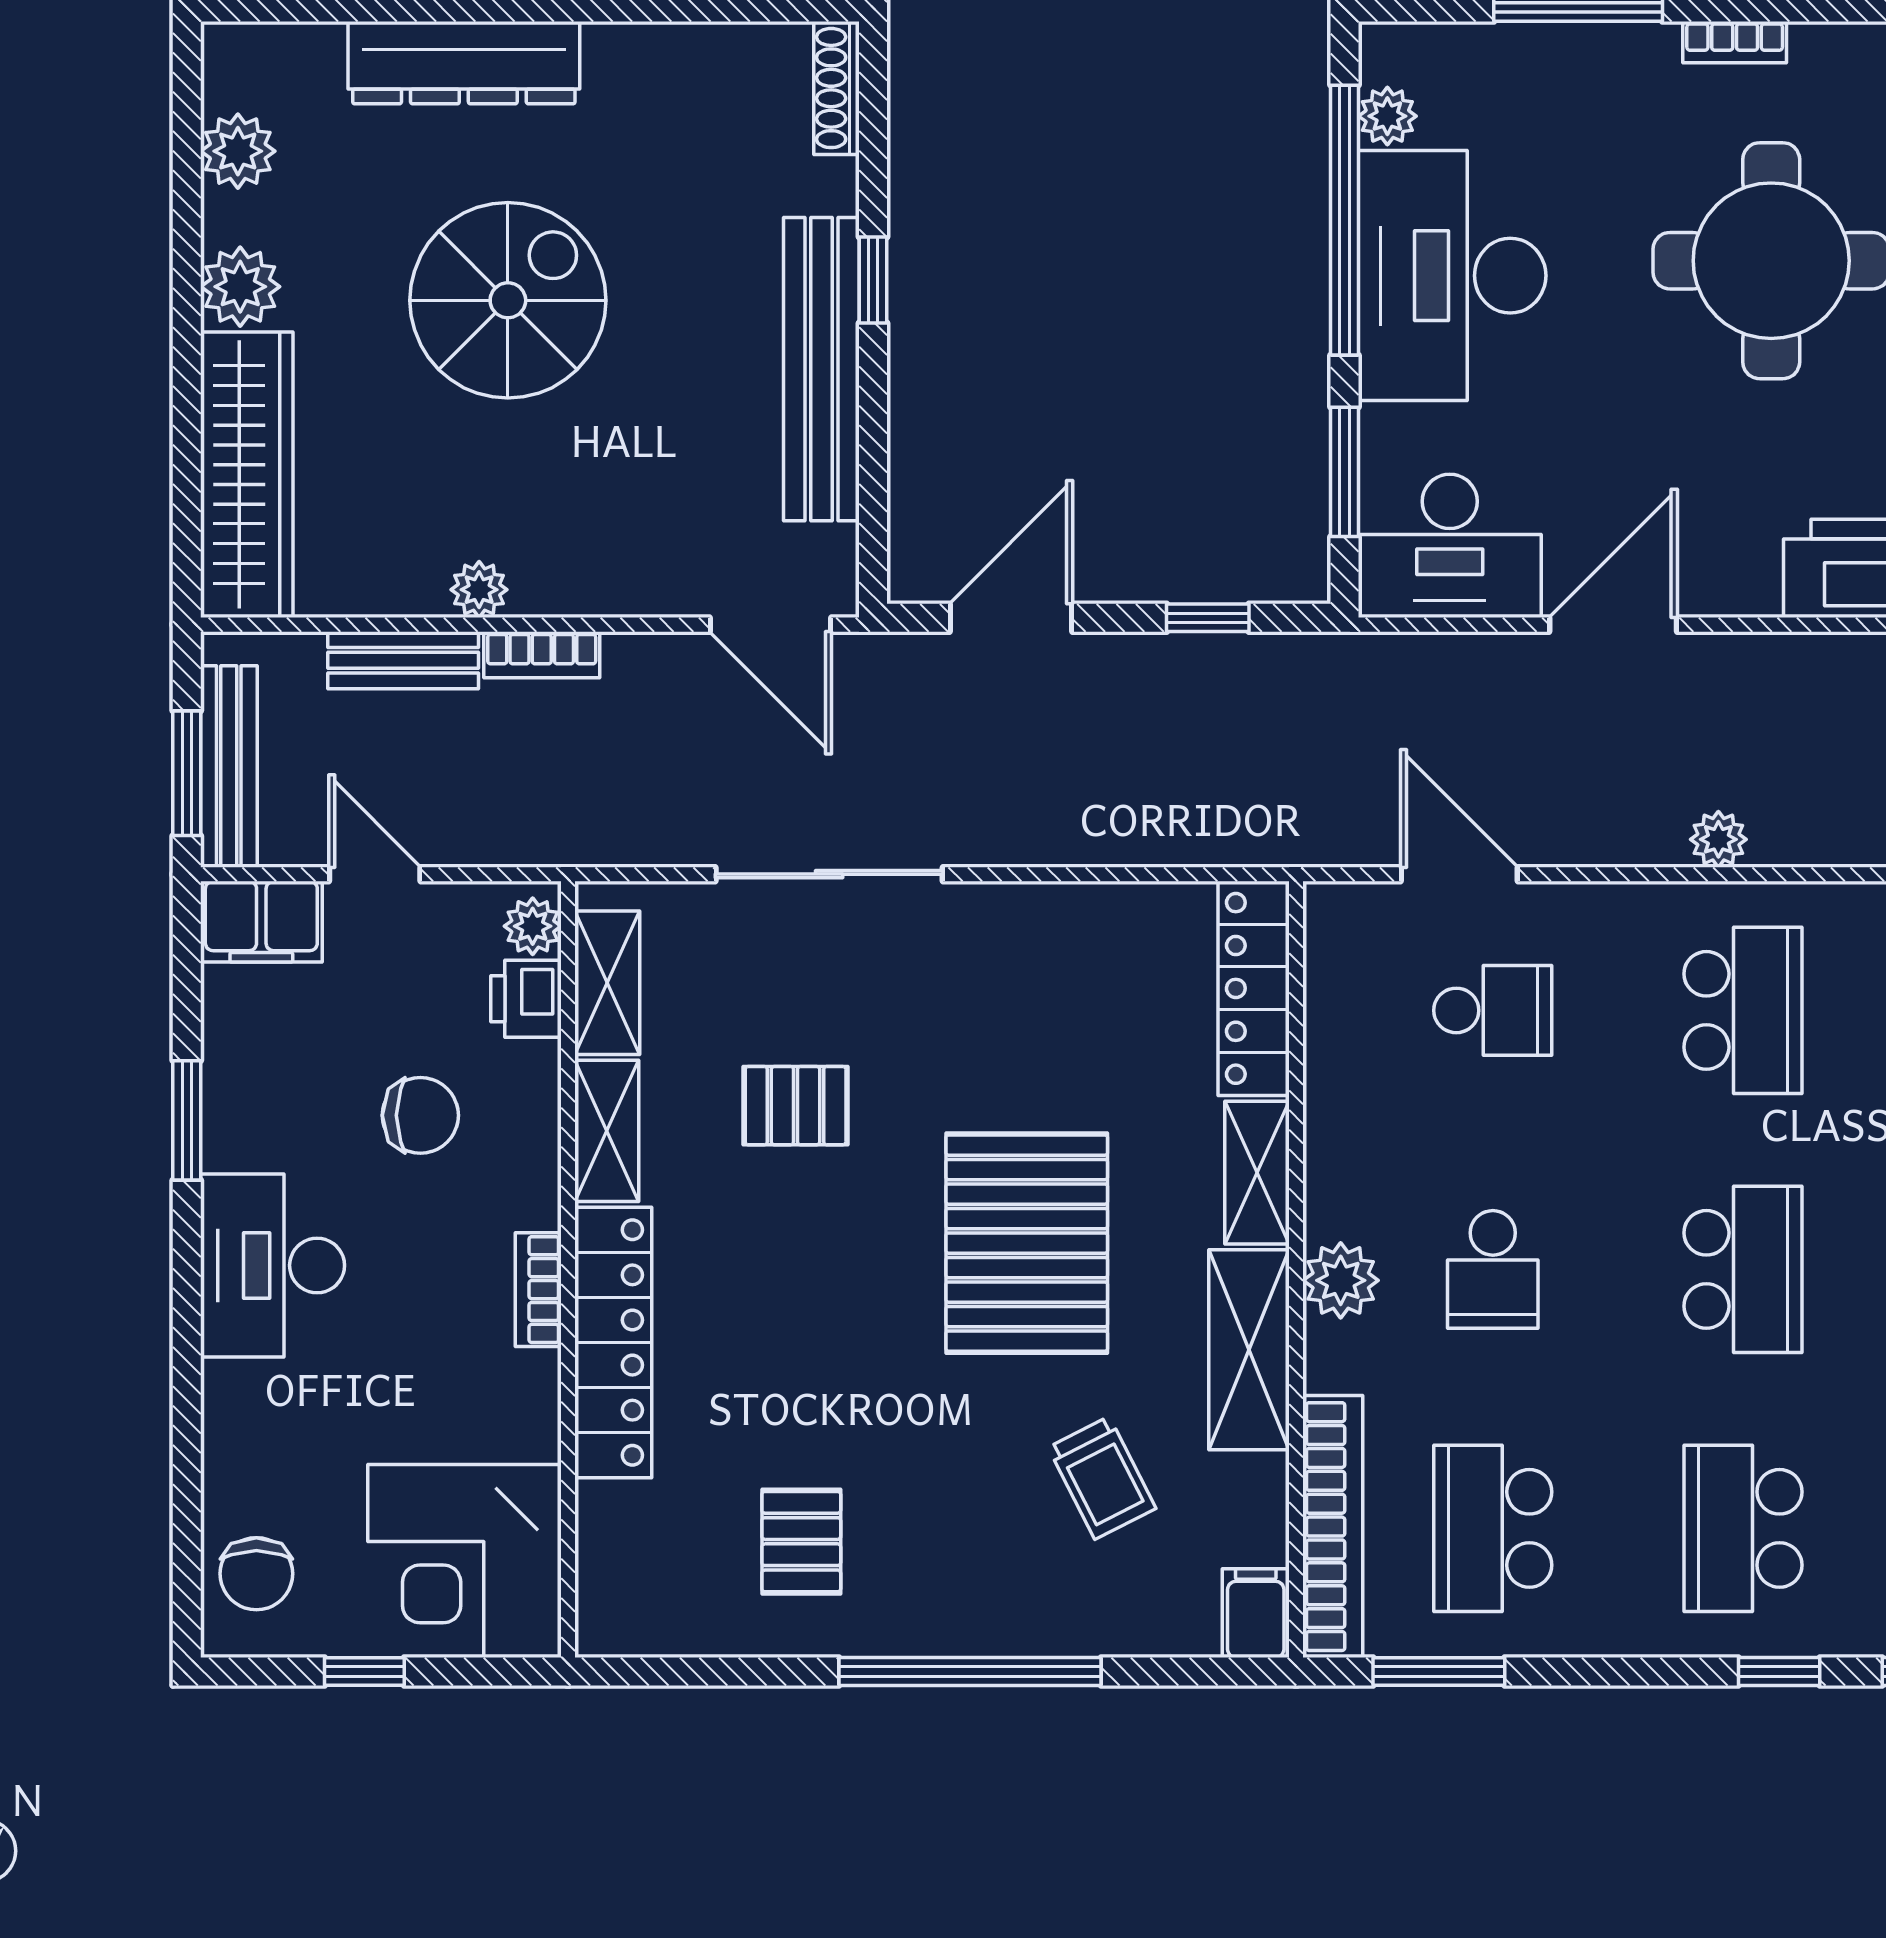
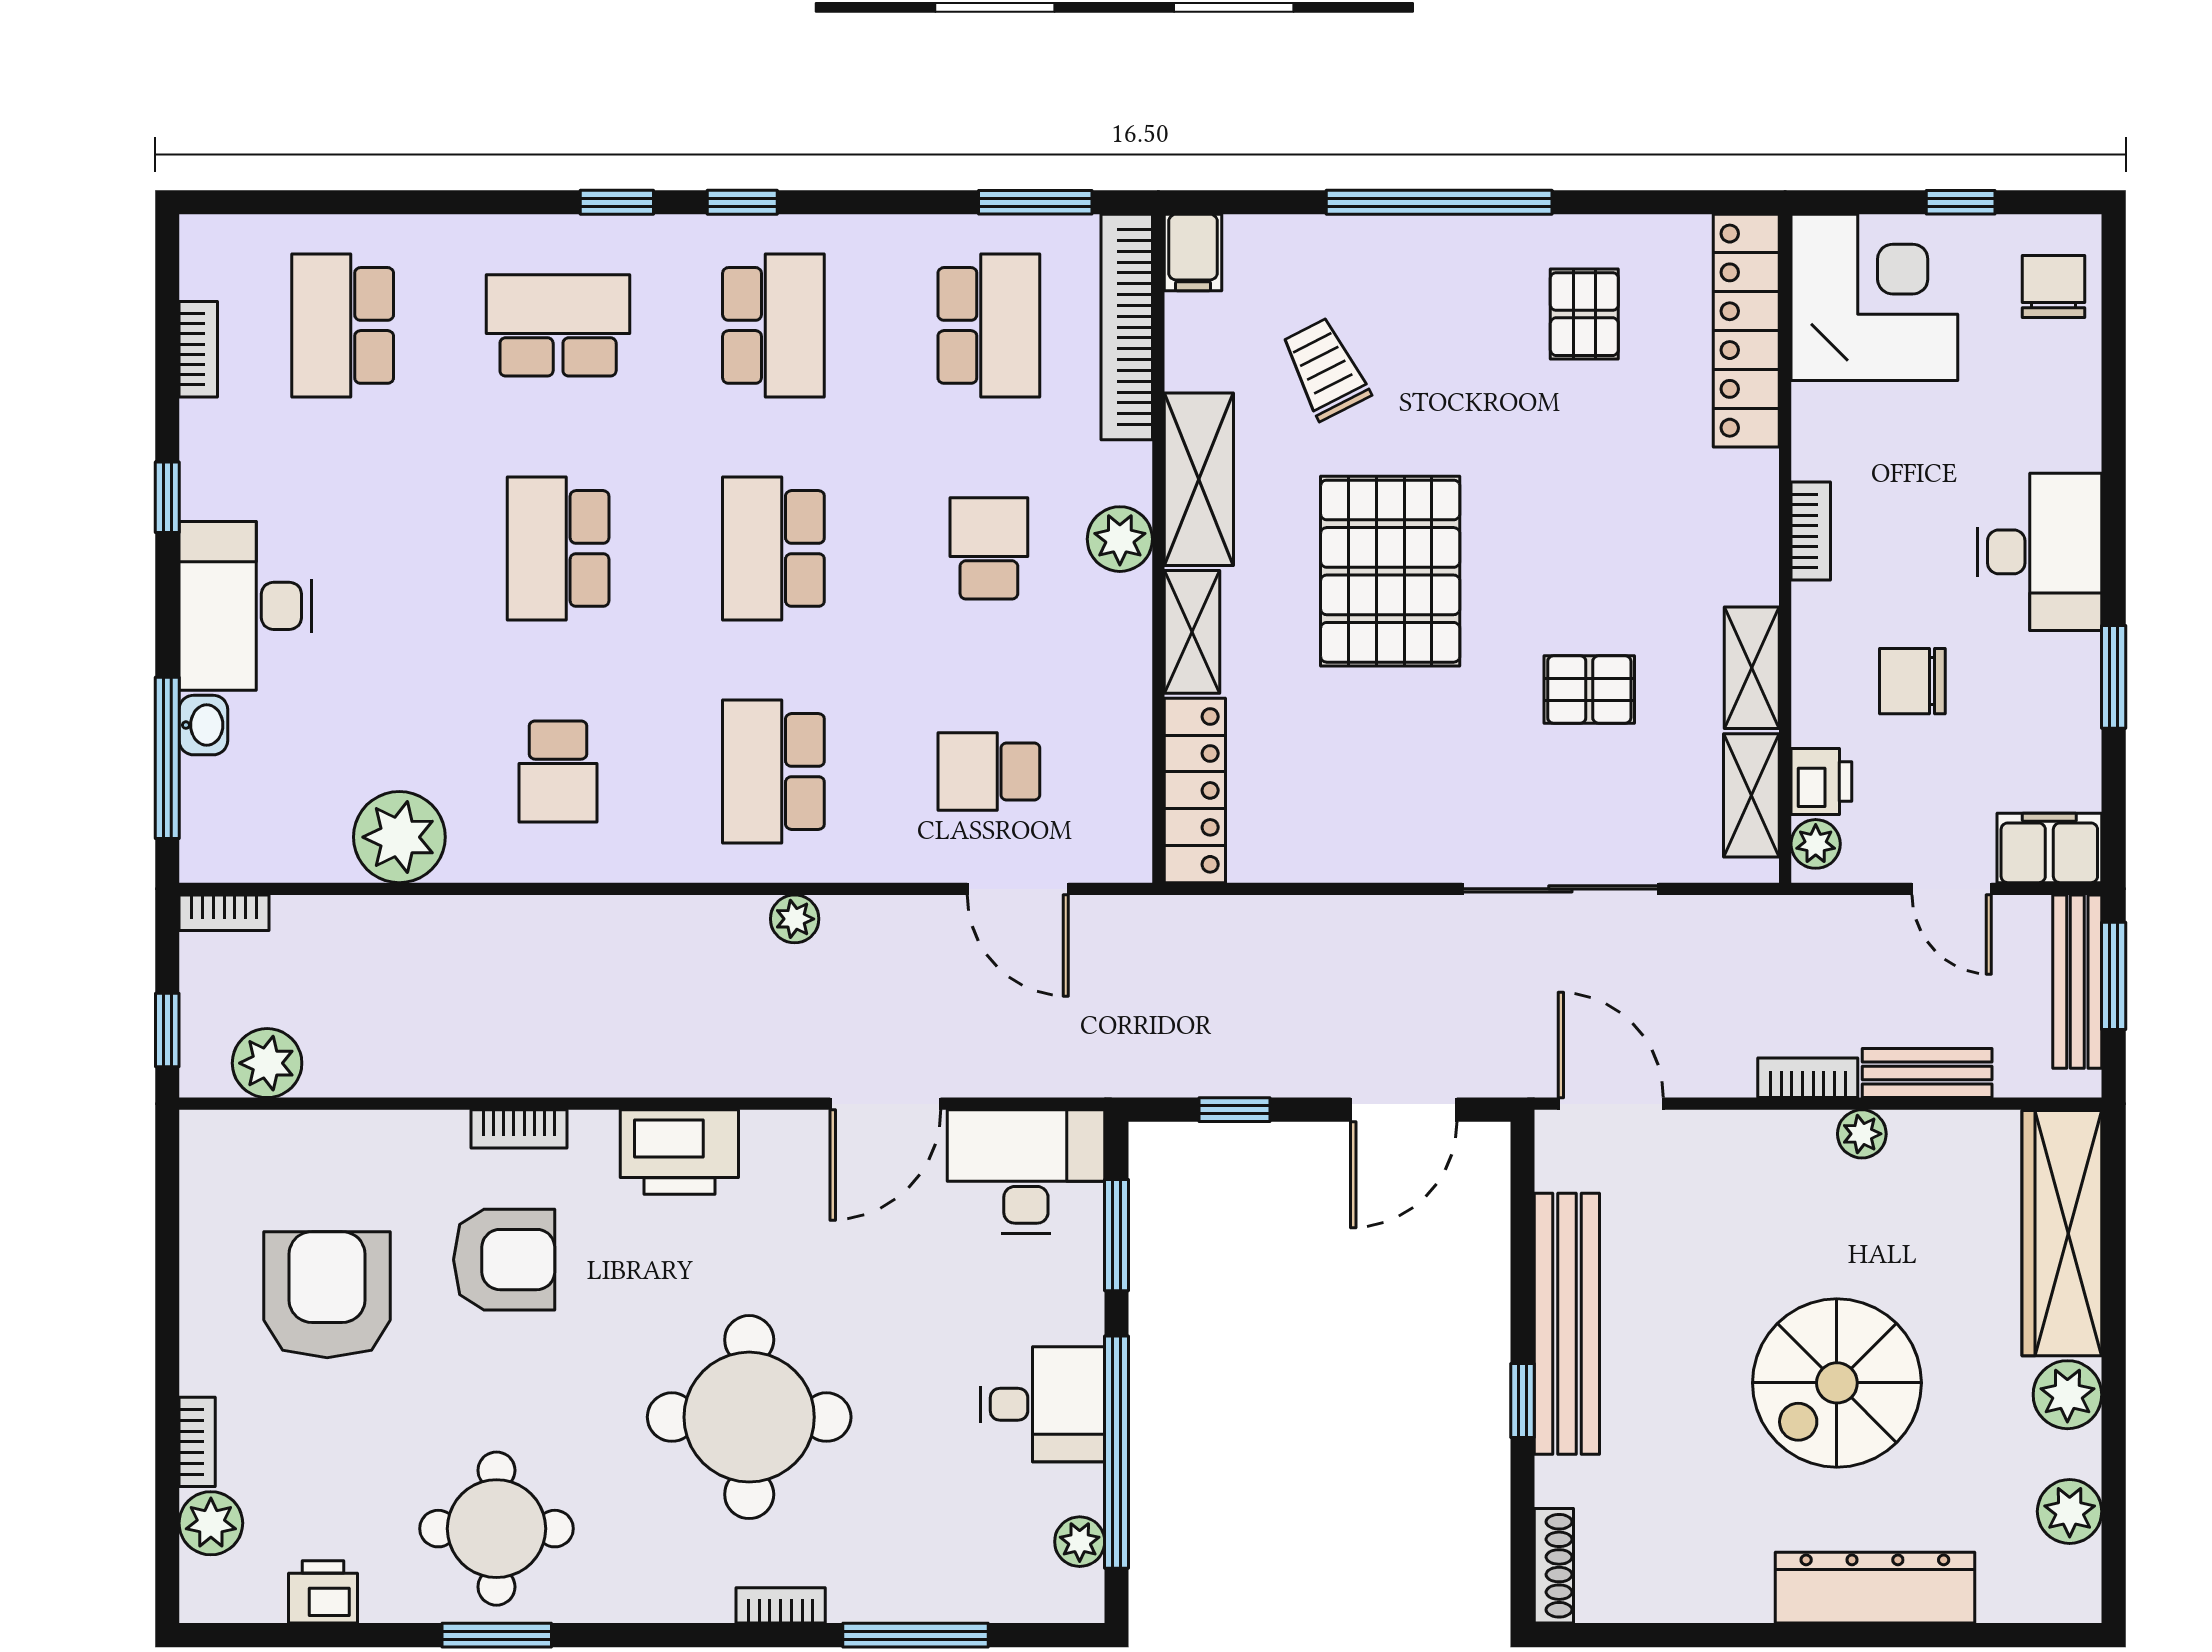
desk: (1452, 276) -> (1043, 1404), width x0.53, depth x0.77
locker: (613, 1343) -> (1746, 331), moved

